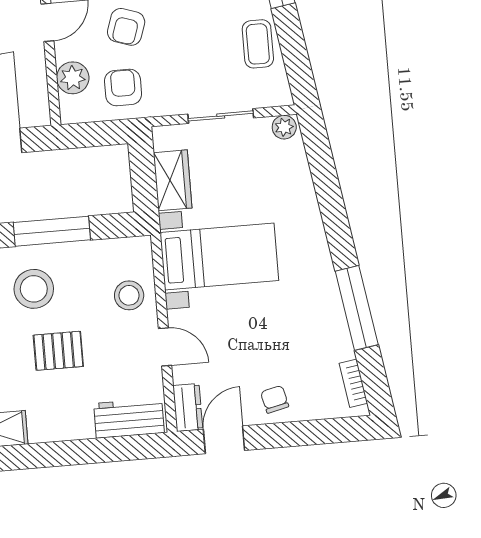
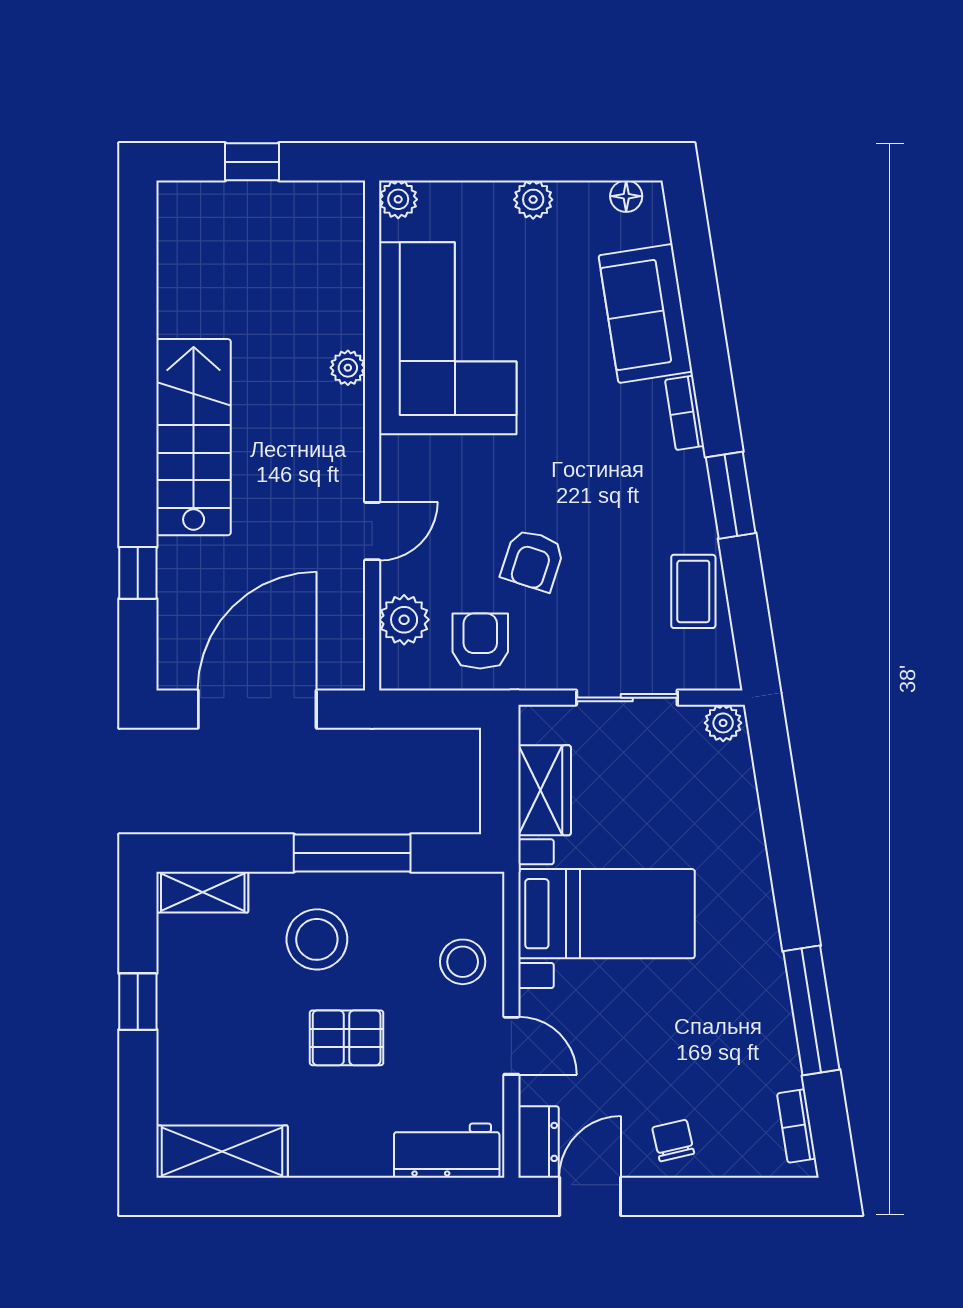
armchair: (126, 27) -> (533, 560), moved

